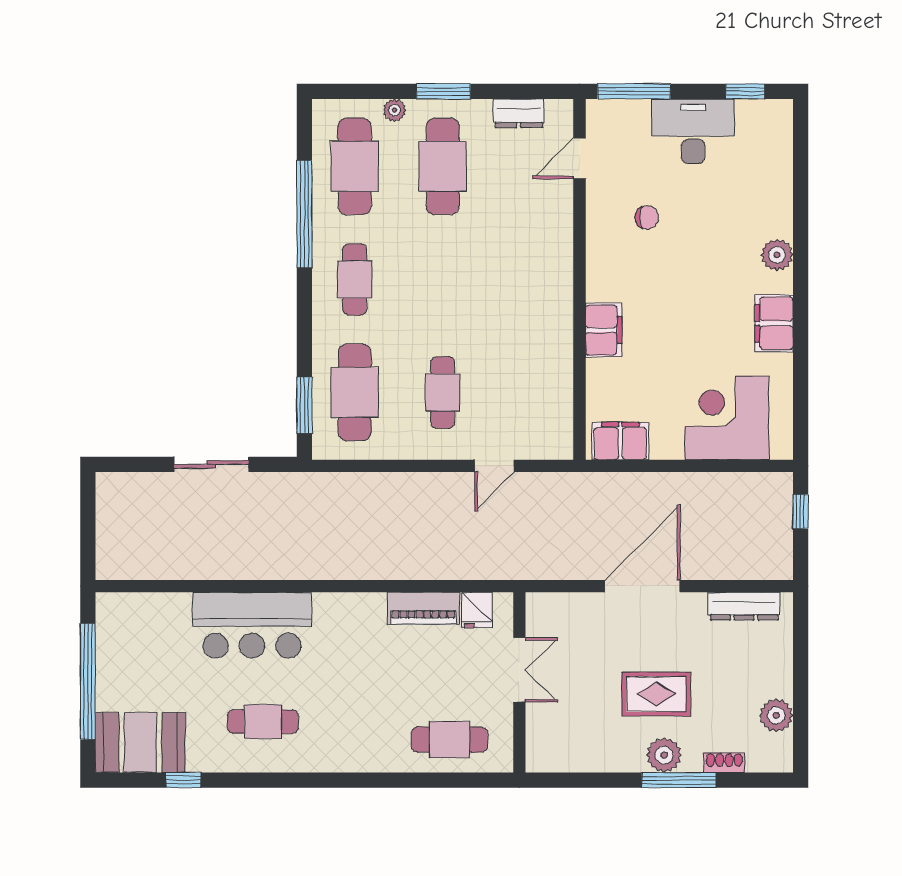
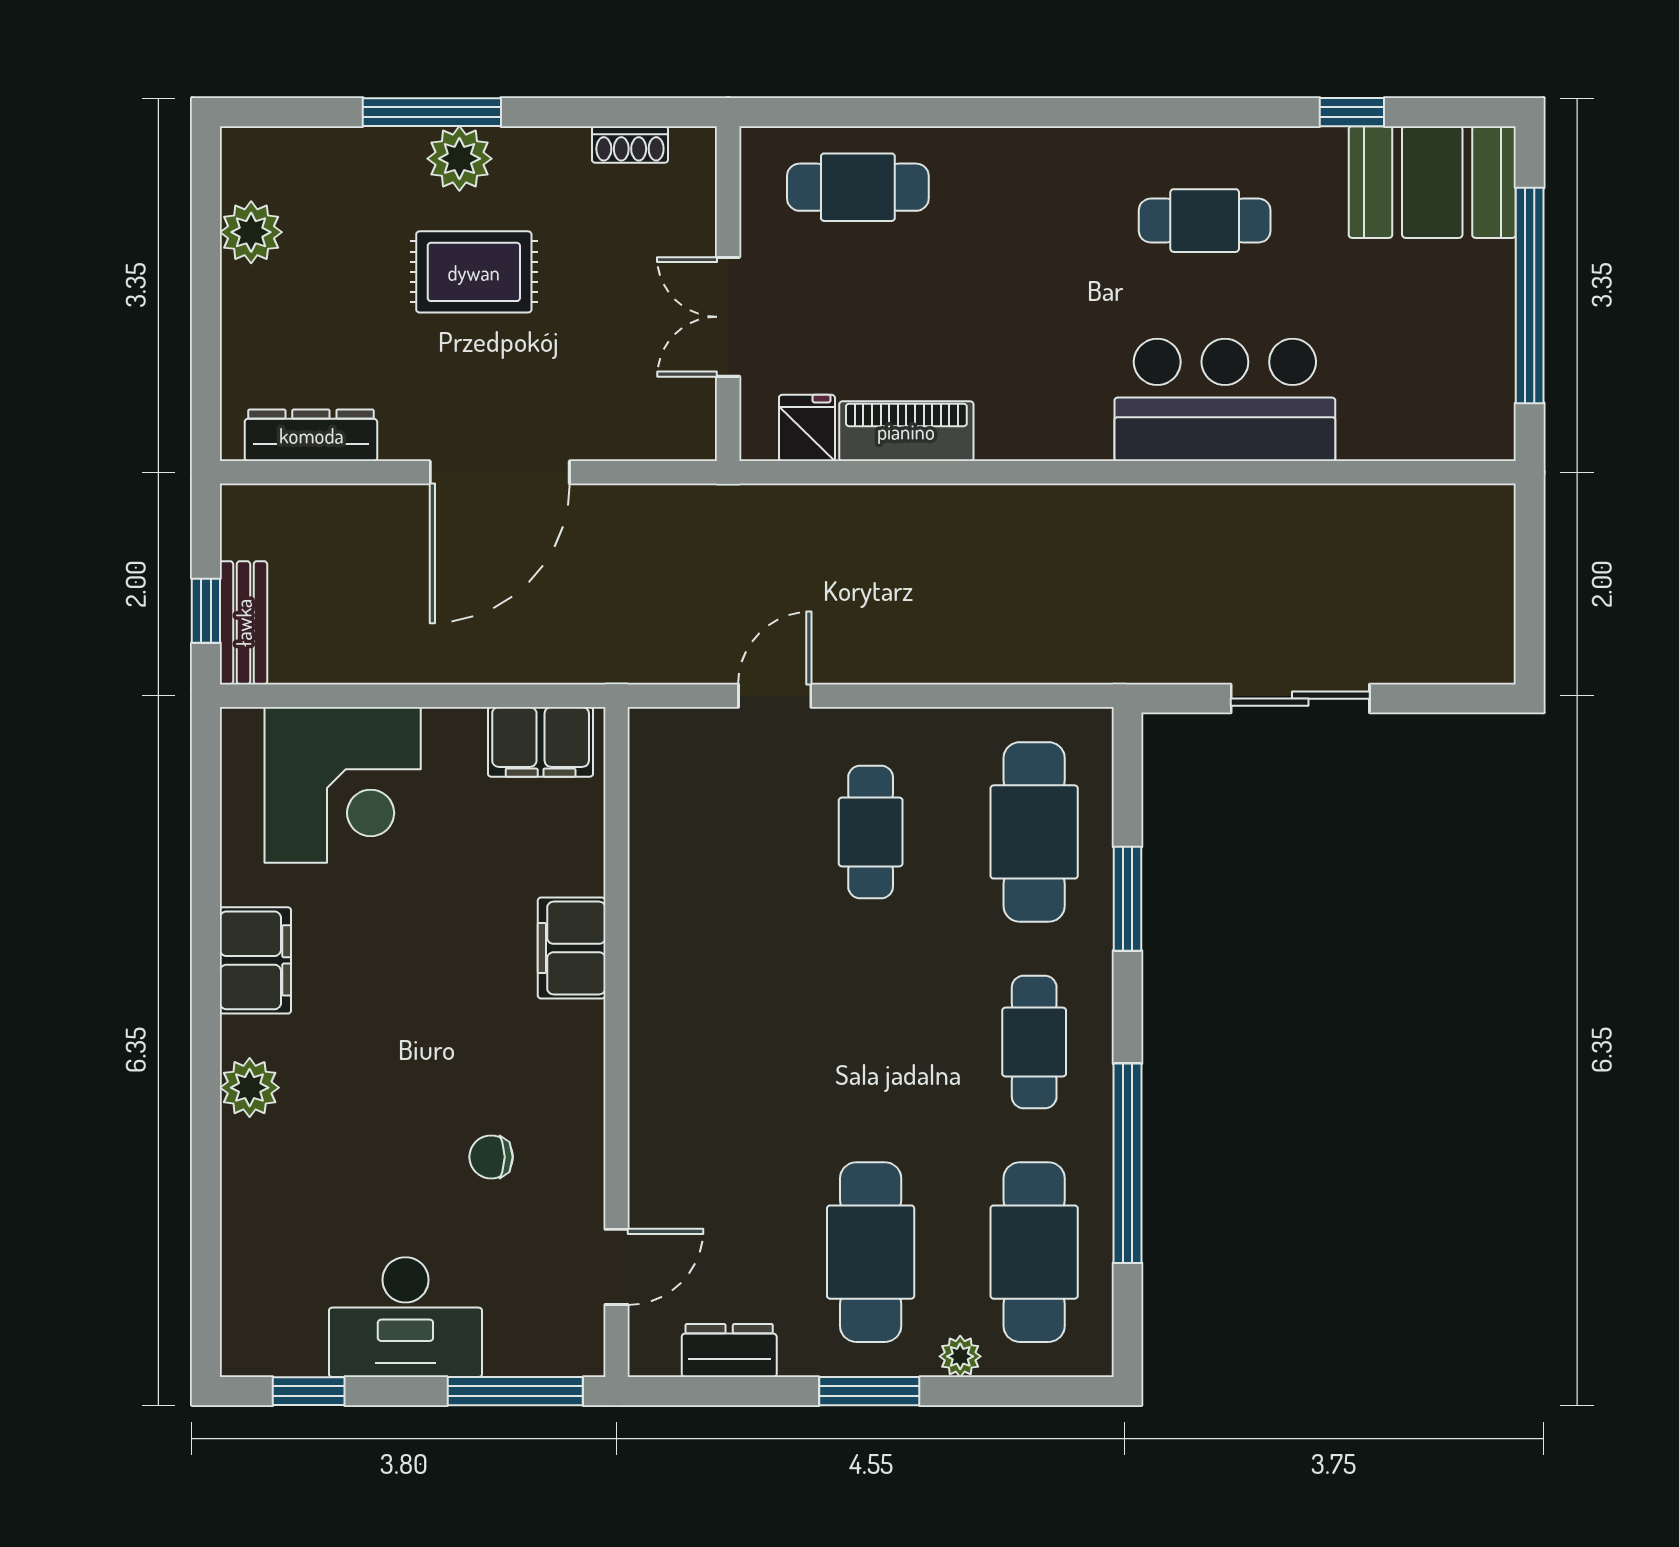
window: (304, 405) -> (1128, 899), moved
bench: (780, 505) -> (243, 623), added
shoe rack: (724, 763) -> (630, 144), moved

